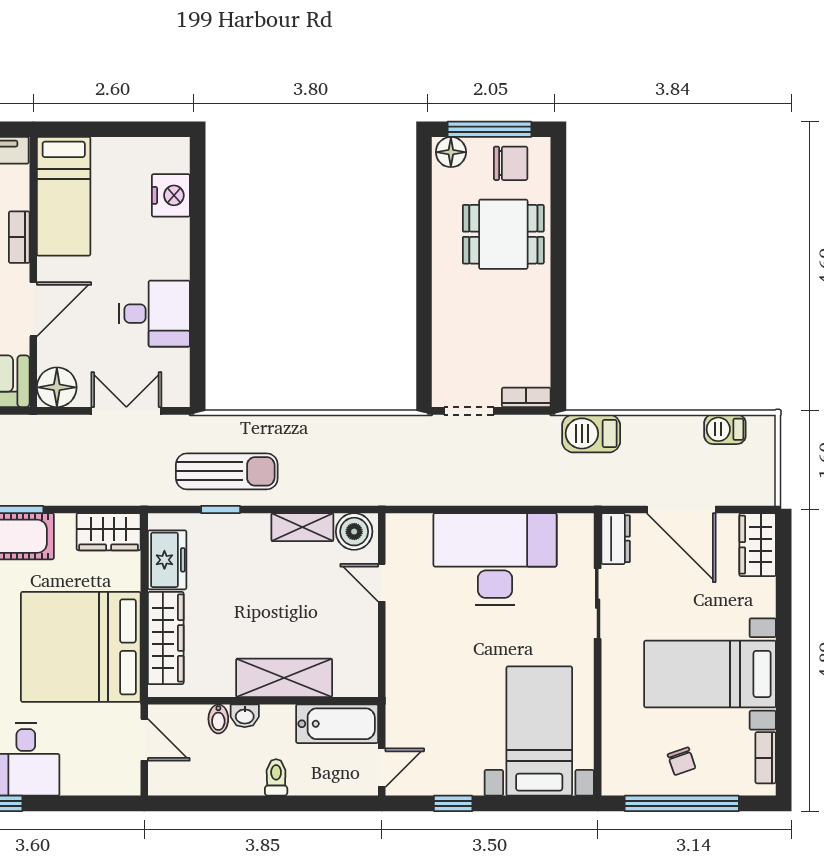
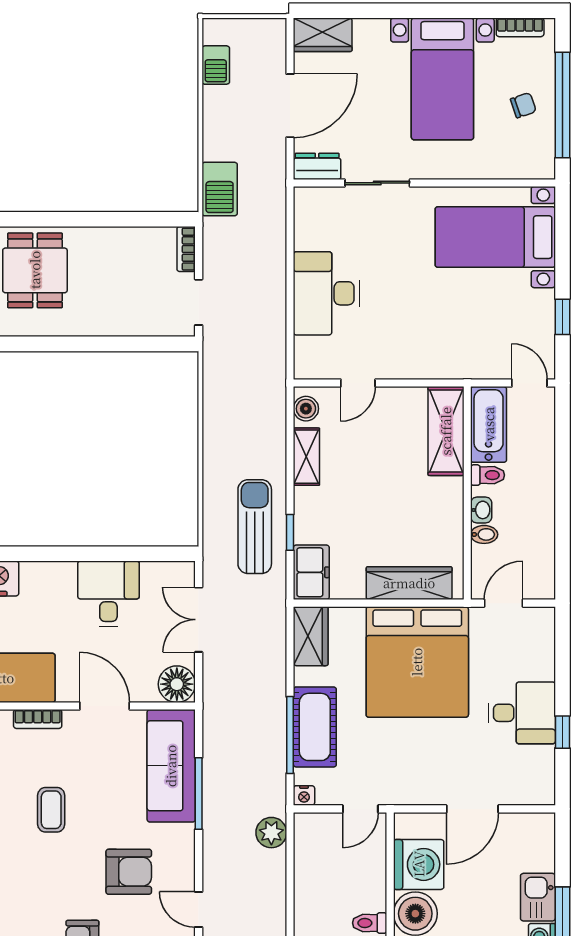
boiler: (354, 532) -> (306, 409), width x0.73, depth x0.73
desk: (495, 559) -> (326, 293), width x0.73, depth x0.77
freezer: (167, 560) -> (311, 572), moved, turned 90
shelving: (284, 678) -> (446, 431), moved
toilet: (276, 777) -> (488, 475), moved, turned 180

